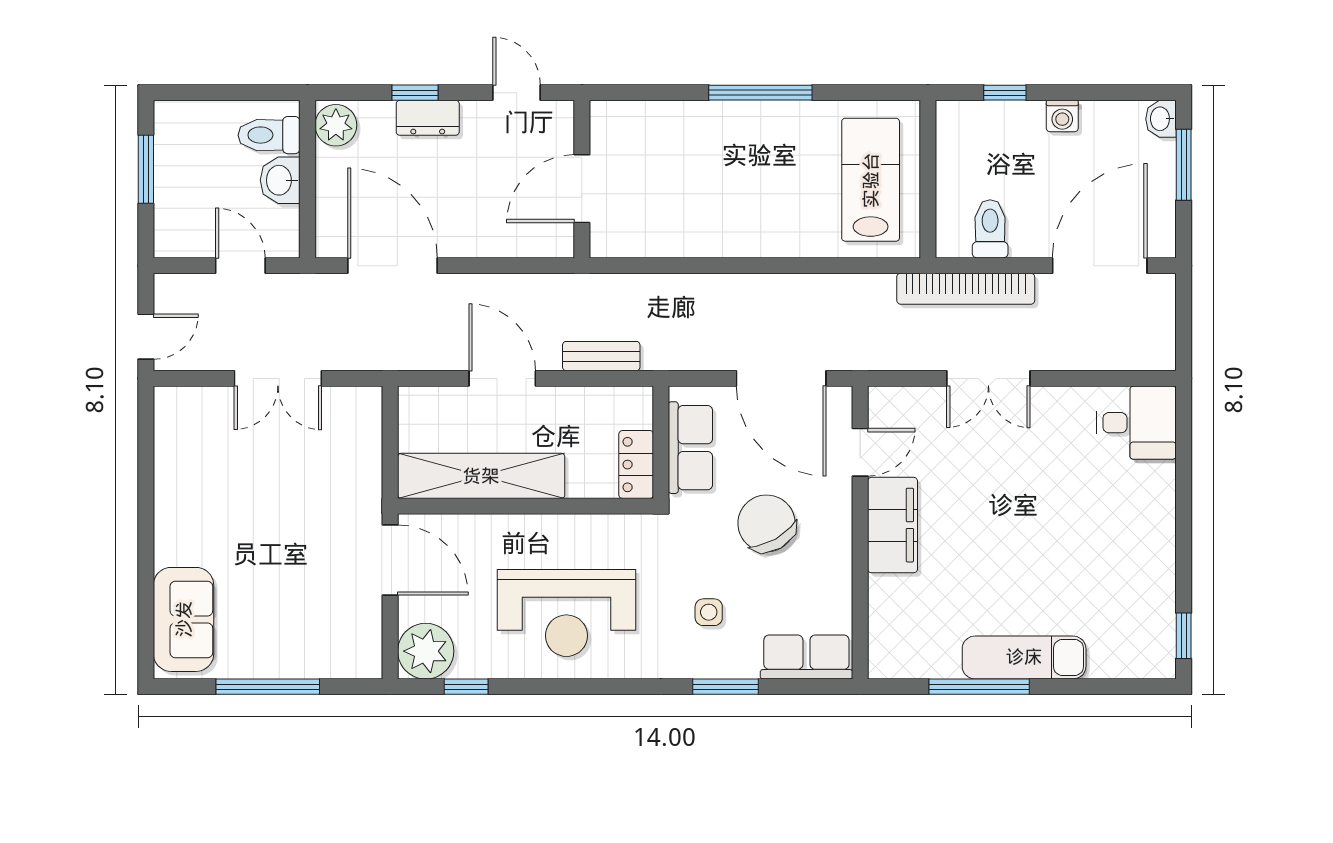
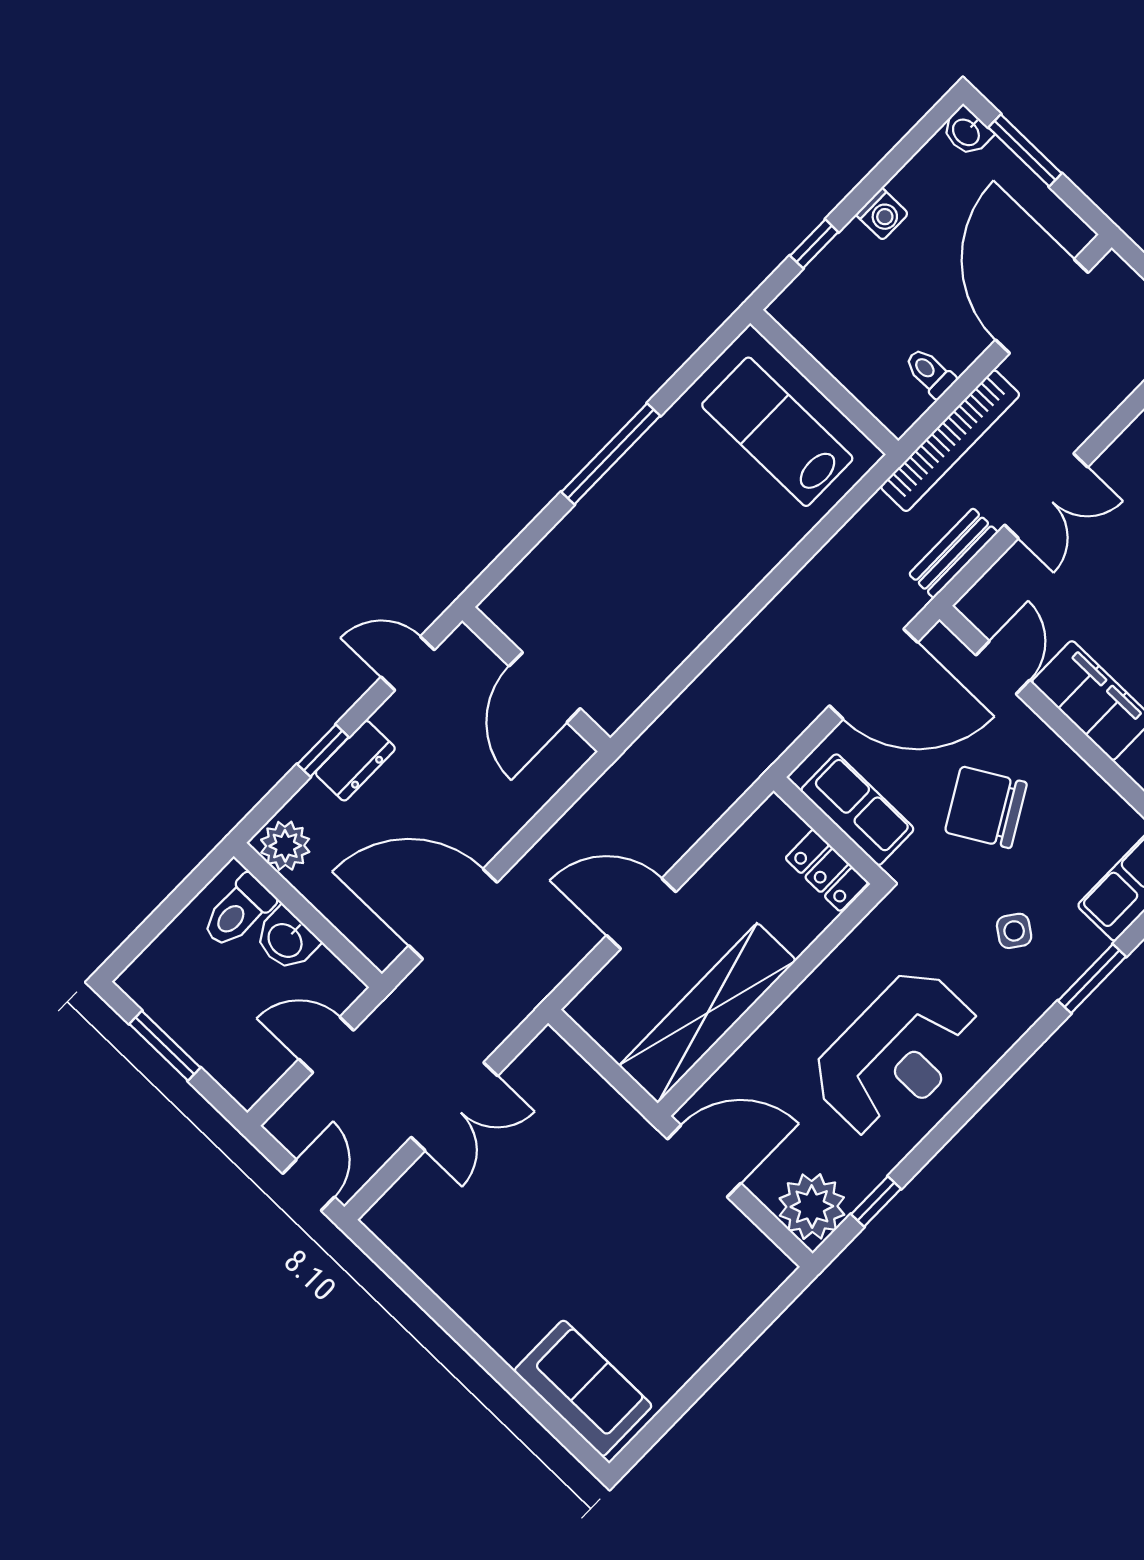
toilet: (990, 229) -> (930, 373), width x0.73, depth x0.72
bench: (601, 356) -> (953, 553), moved
side table: (709, 612) -> (1014, 931), turned 36
window: (268, 687) -> (711, 1372), removed

